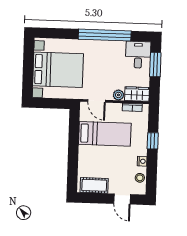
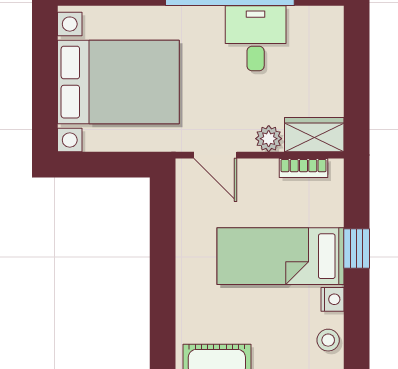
desk: (138, 55) -> (256, 38), moved
window: (155, 65) -> (357, 61), removed
bed: (105, 134) -> (280, 256), moved, turned 180

